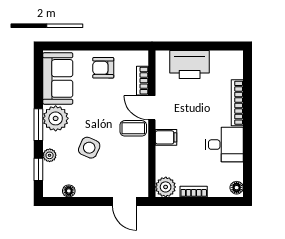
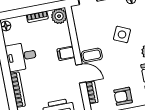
armchair: (103, 68) -> (123, 96), turned 180

